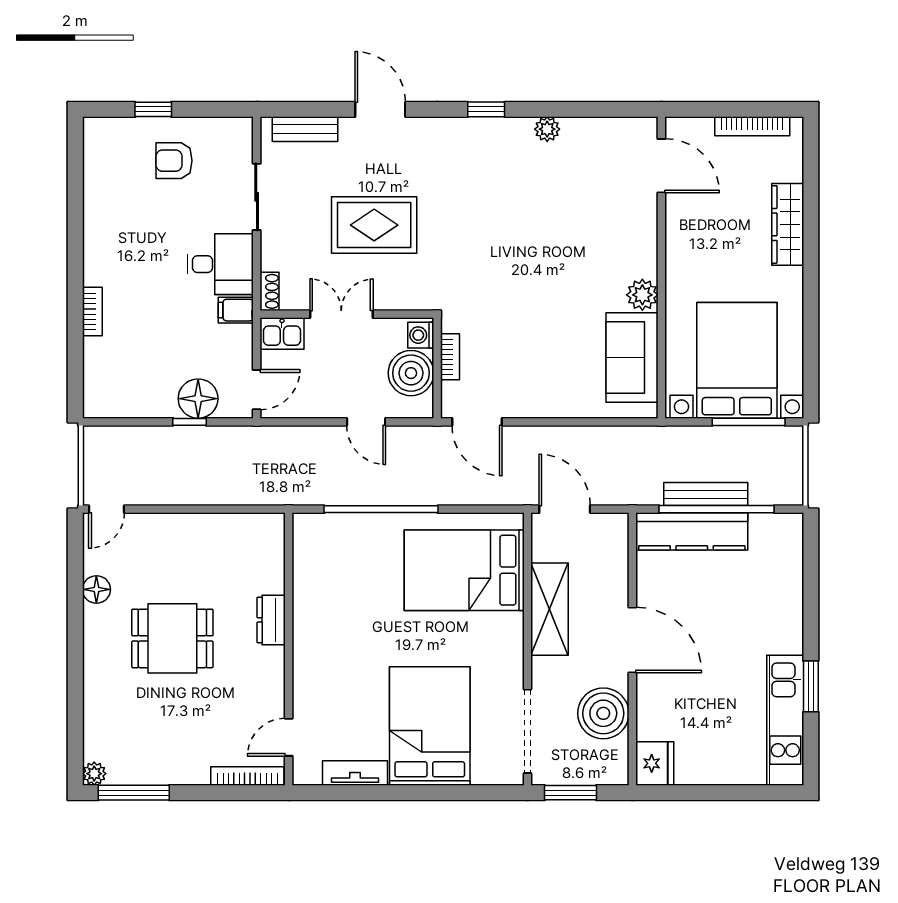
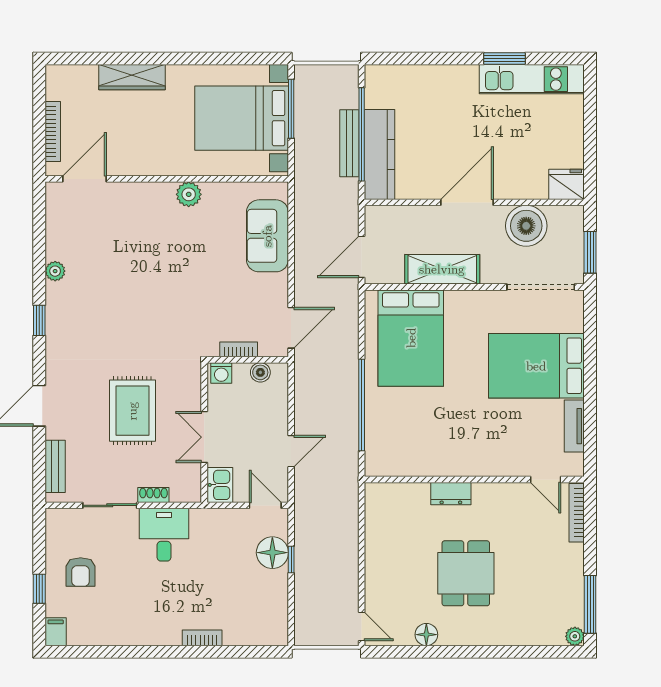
bookcase: (752, 126) -> (53, 131), moved
shoe rack: (270, 291) -> (153, 495), moved
filing cabinet: (236, 310) -> (56, 632), moved, turned 180
sofa: (632, 358) -> (267, 236), moved, turned 90
boiler: (411, 373) -> (260, 372), width x0.54, depth x0.54
door: (366, 422) -> (291, 451), moved

